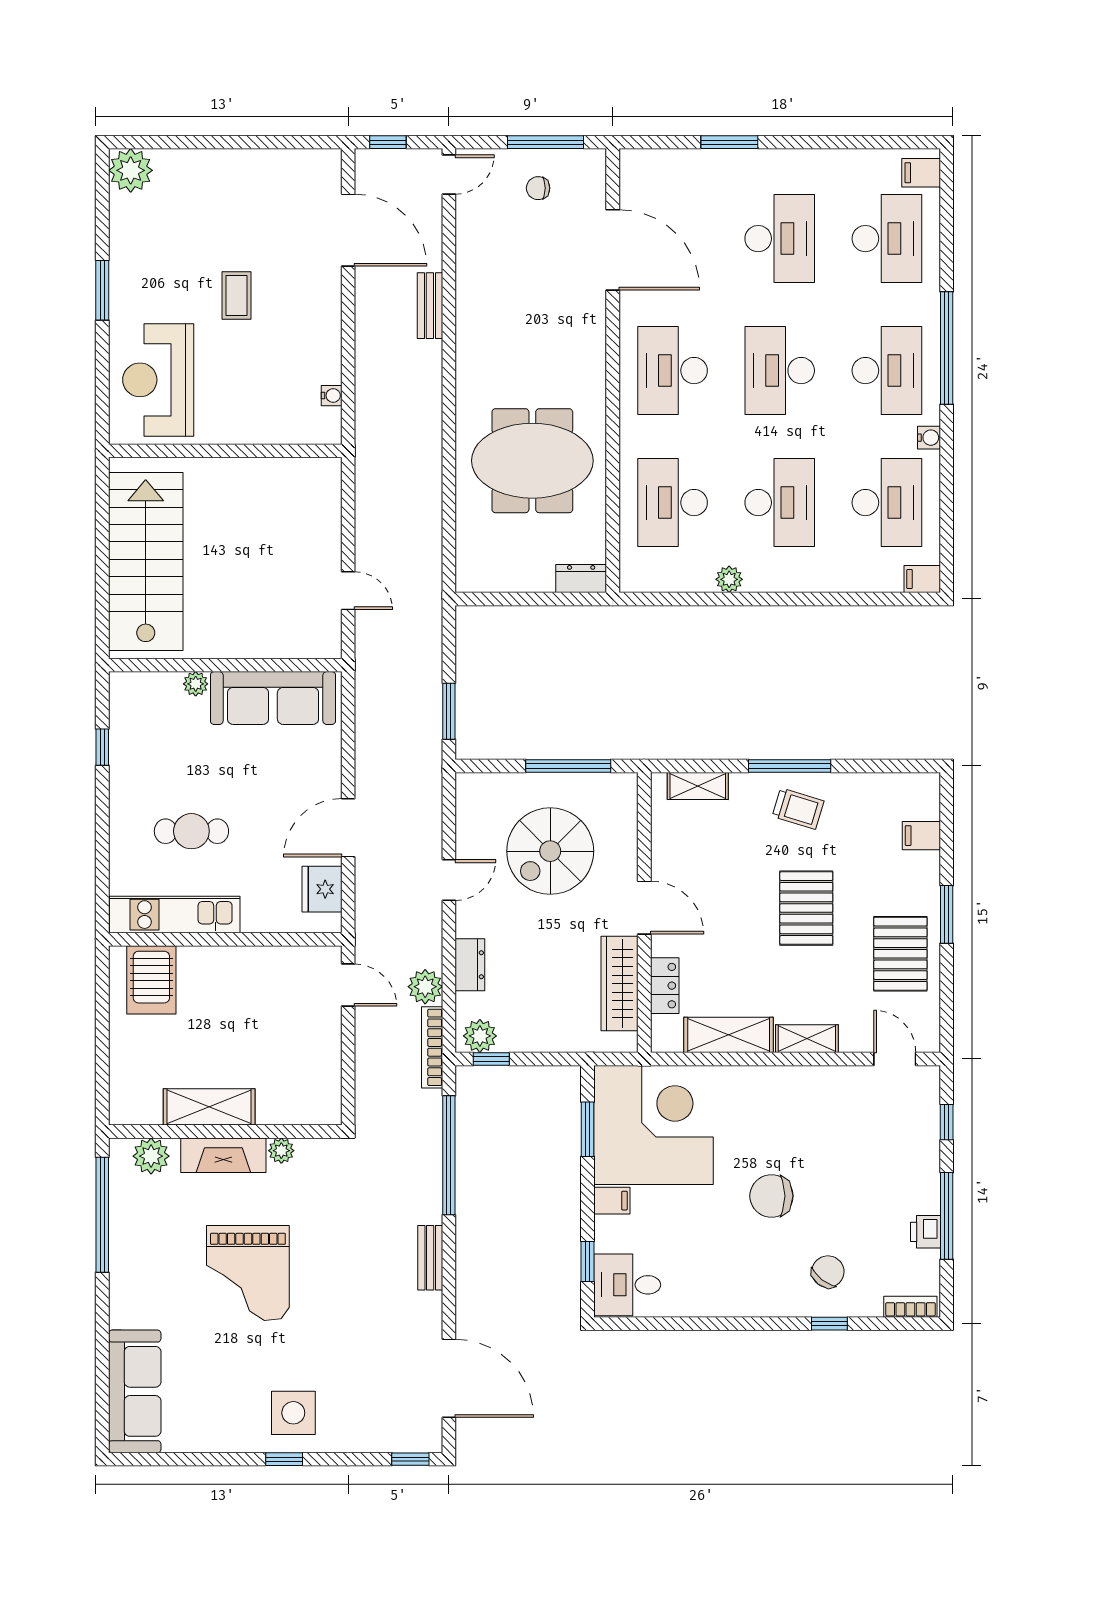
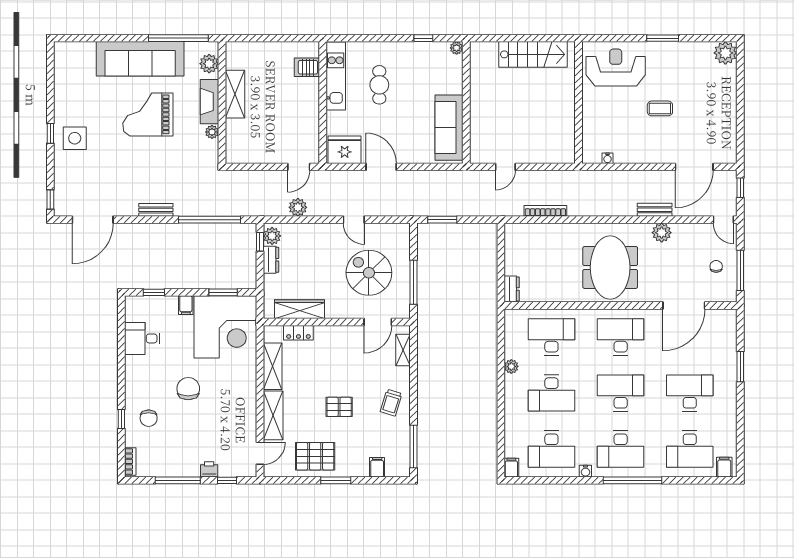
desk: (780, 239) -> (690, 393), turned 180
plant: (474, 292) -> (662, 233), added
meeting table: (532, 461) -> (610, 267), moved
stairs: (146, 562) -> (533, 54), width x0.73, depth x0.66
plant: (196, 684) -> (457, 48), moved
window: (790, 766) -> (413, 446), moved
fridge: (322, 889) -> (345, 150), width x1.36, depth x1.34
door: (644, 908) -> (378, 322), moved
pallet: (806, 908) -> (339, 407), width x0.67, depth x0.71
dresser: (470, 965) -> (271, 260), moved, turned -90
server rack: (151, 980) -> (307, 67), width x0.73, depth x0.70
shelving: (807, 1039) -> (273, 415), width x1.50, depth x1.33
bookcase: (432, 1047) -> (545, 211), moved
printer: (925, 1232) -> (209, 469), moved
chair: (828, 1272) -> (149, 418), turned 52
desk: (627, 1285) -> (142, 338), moved, turned -90
sofa: (135, 1391) -> (140, 59), moved, width x1.36, depth x1.27

